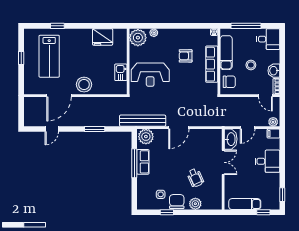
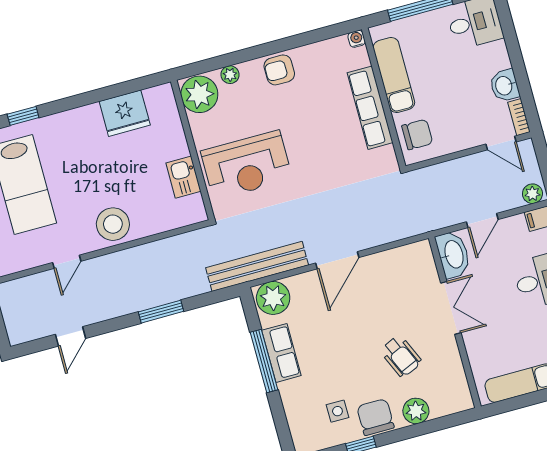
armchair: (186, 56) -> (279, 70), moved
stool: (251, 65) -> (453, 87), removed
door: (59, 96) -> (67, 262), width x0.53

